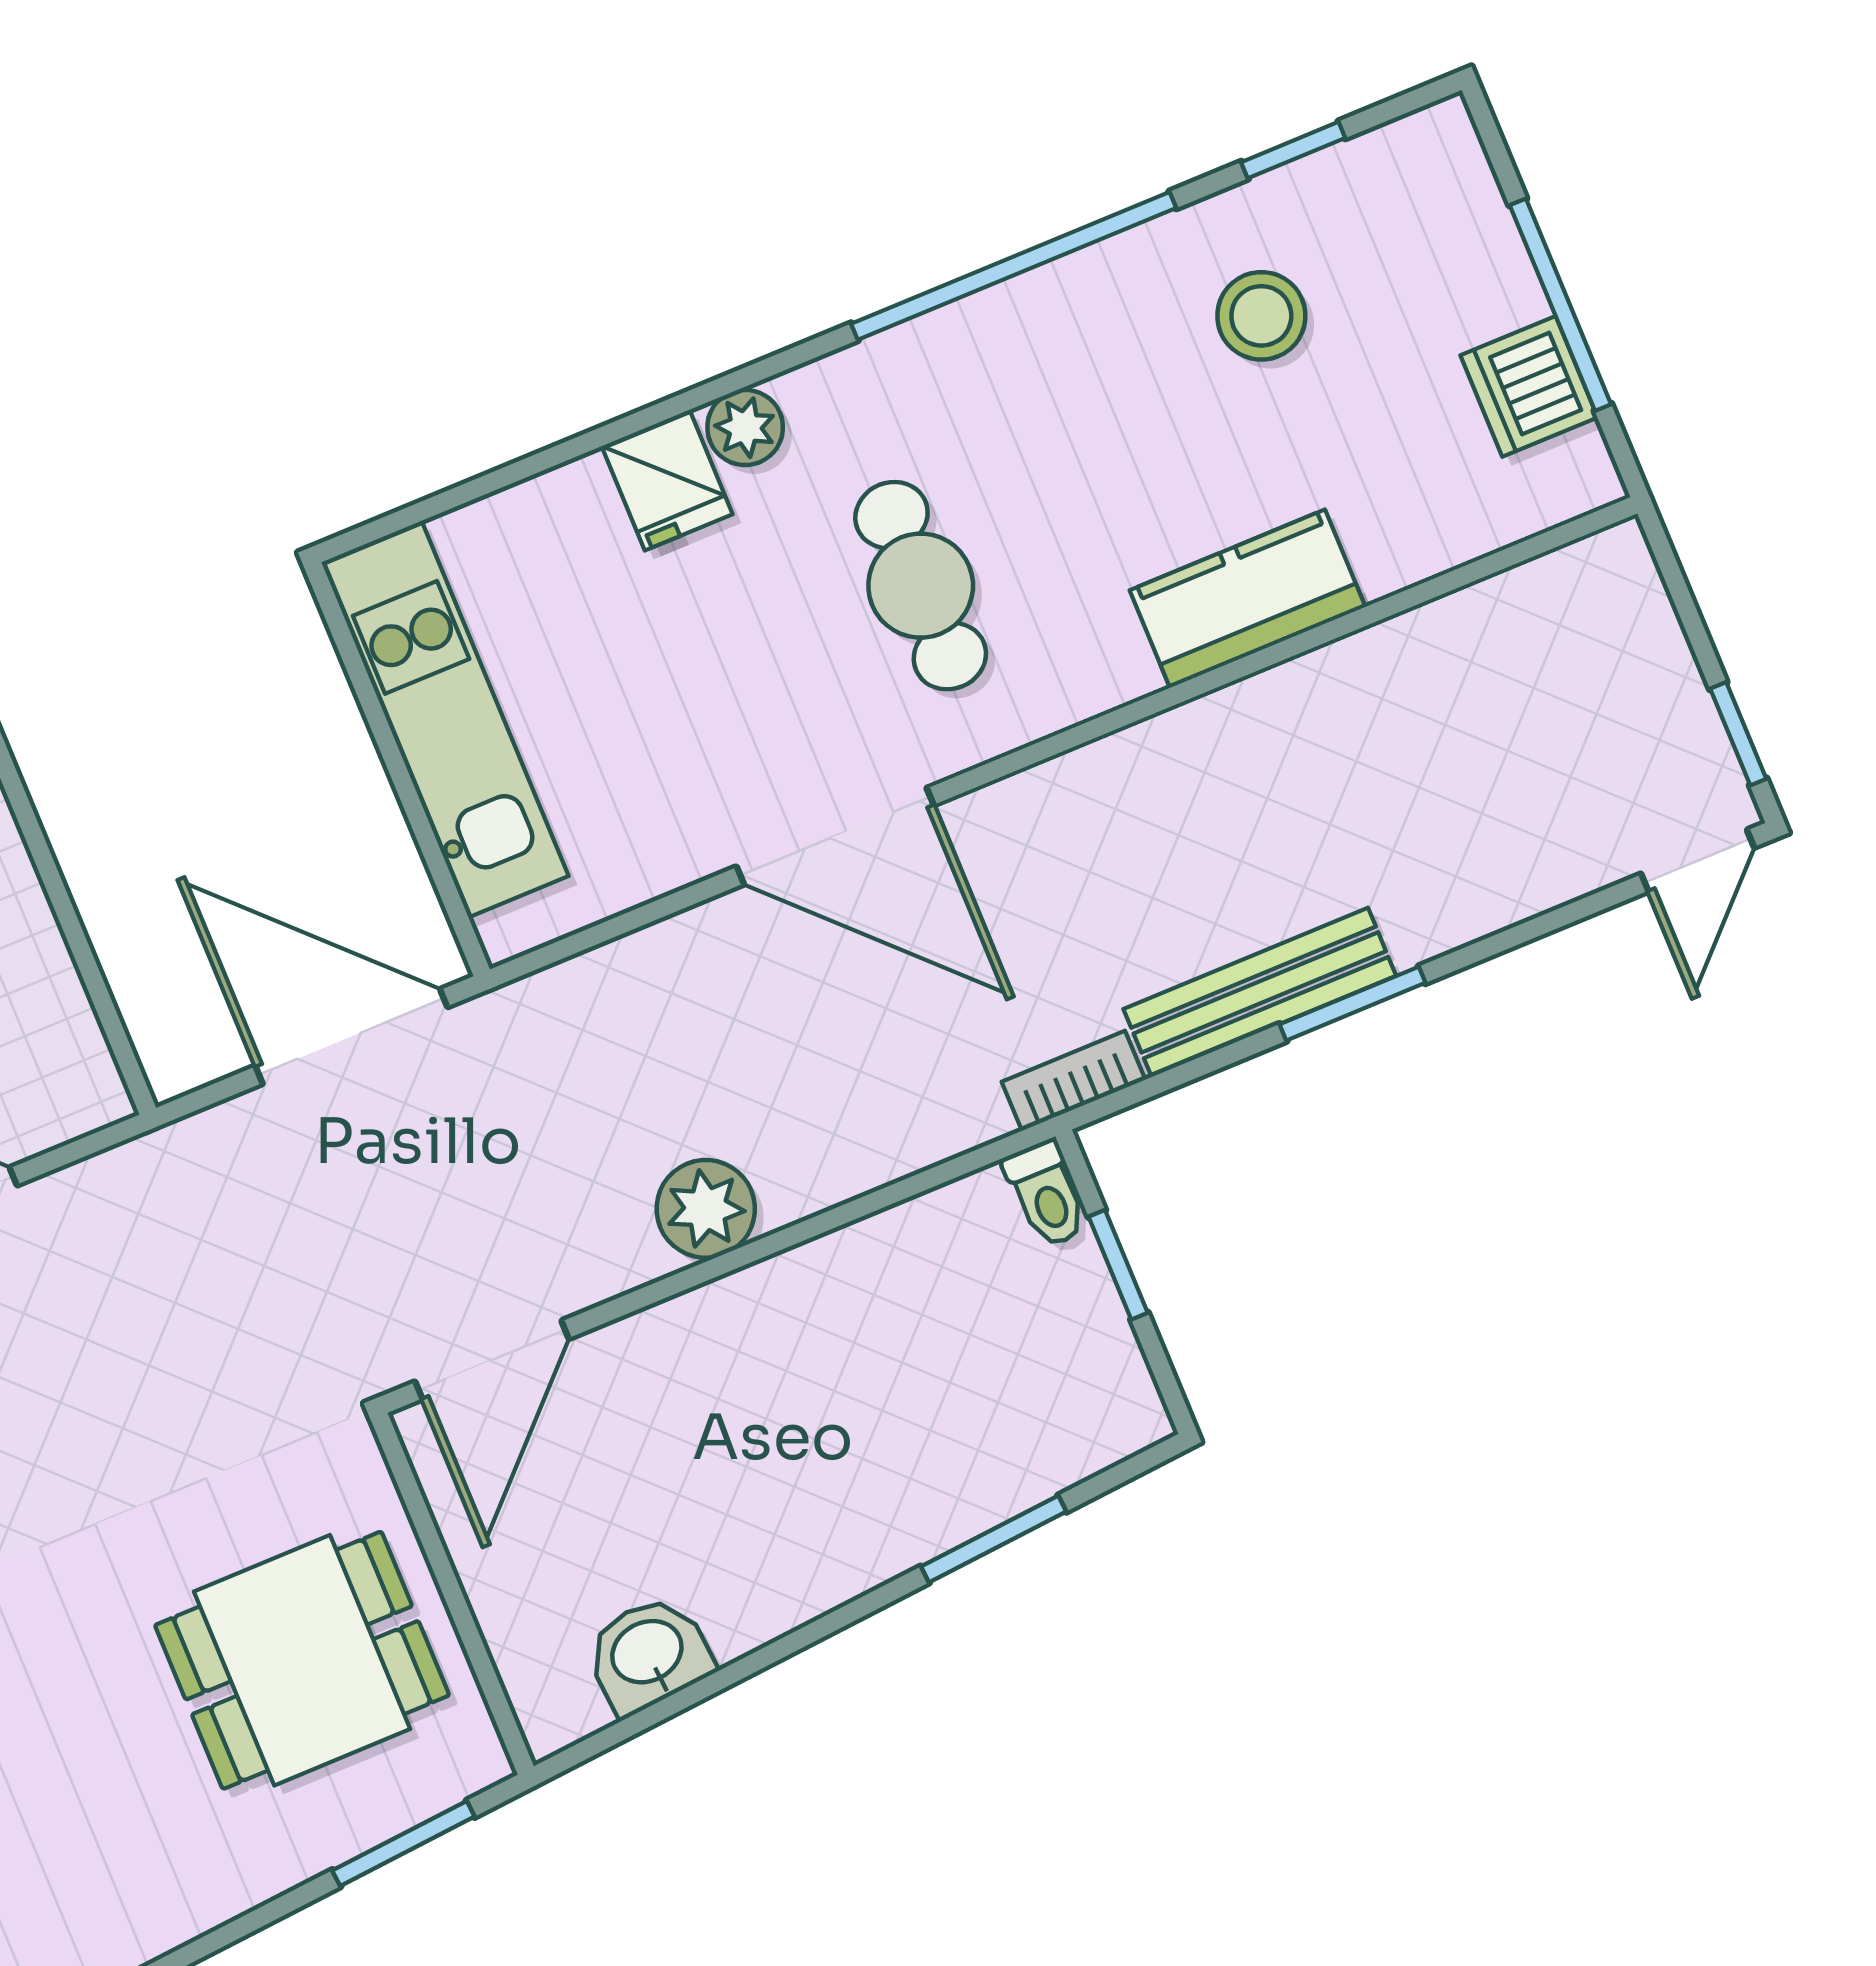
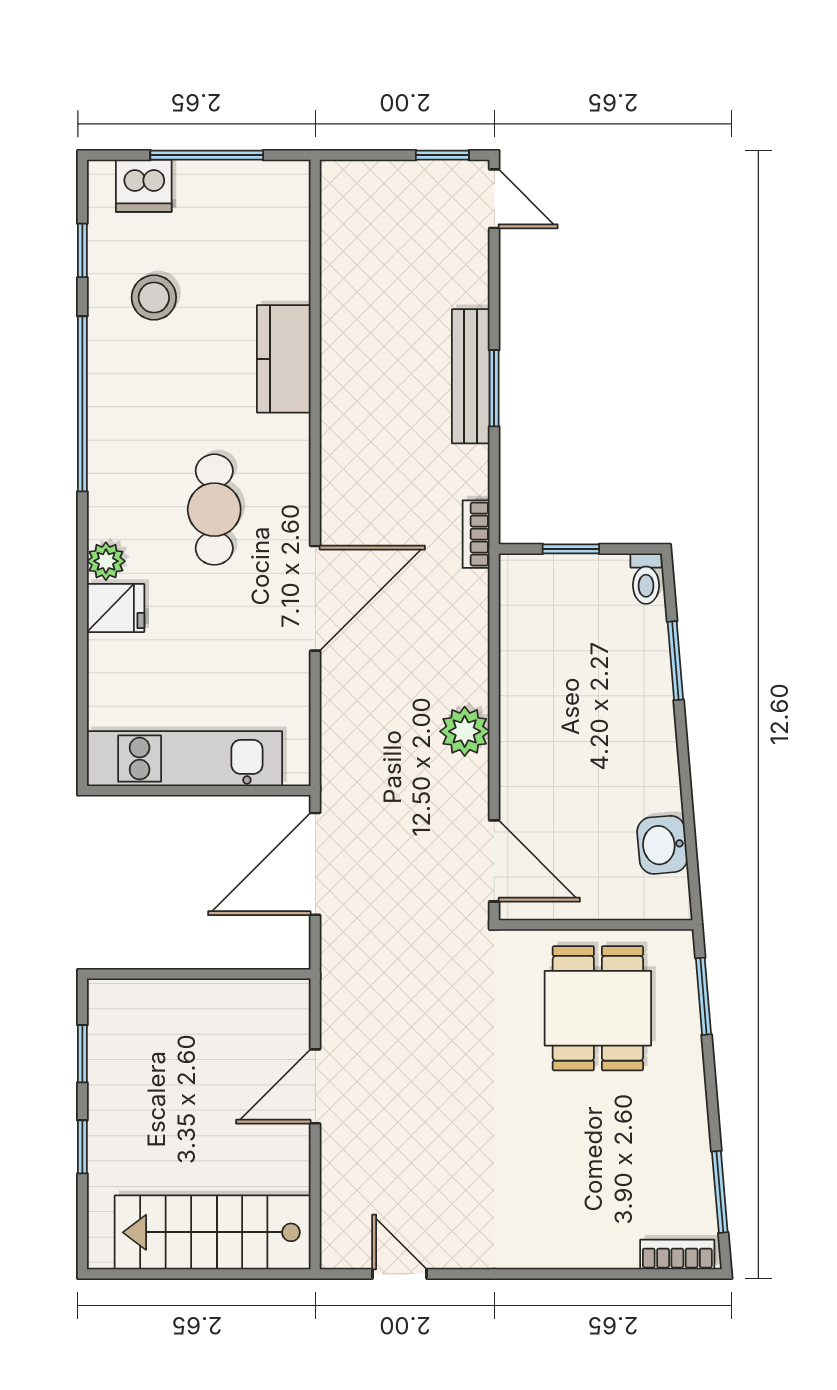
dishwasher: (1529, 386) -> (144, 186), moved
cafe table: (921, 586) -> (214, 510), turned 90
bench: (1260, 992) -> (471, 376), moved
toilet: (1046, 1194) -> (646, 579), moved, turned 90

